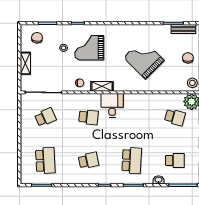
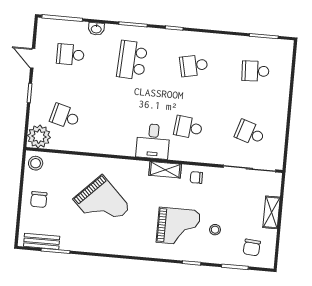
school desk: (45, 117) -> (250, 133), turned 42
school desk: (45, 160) -> (255, 71), width x0.54

